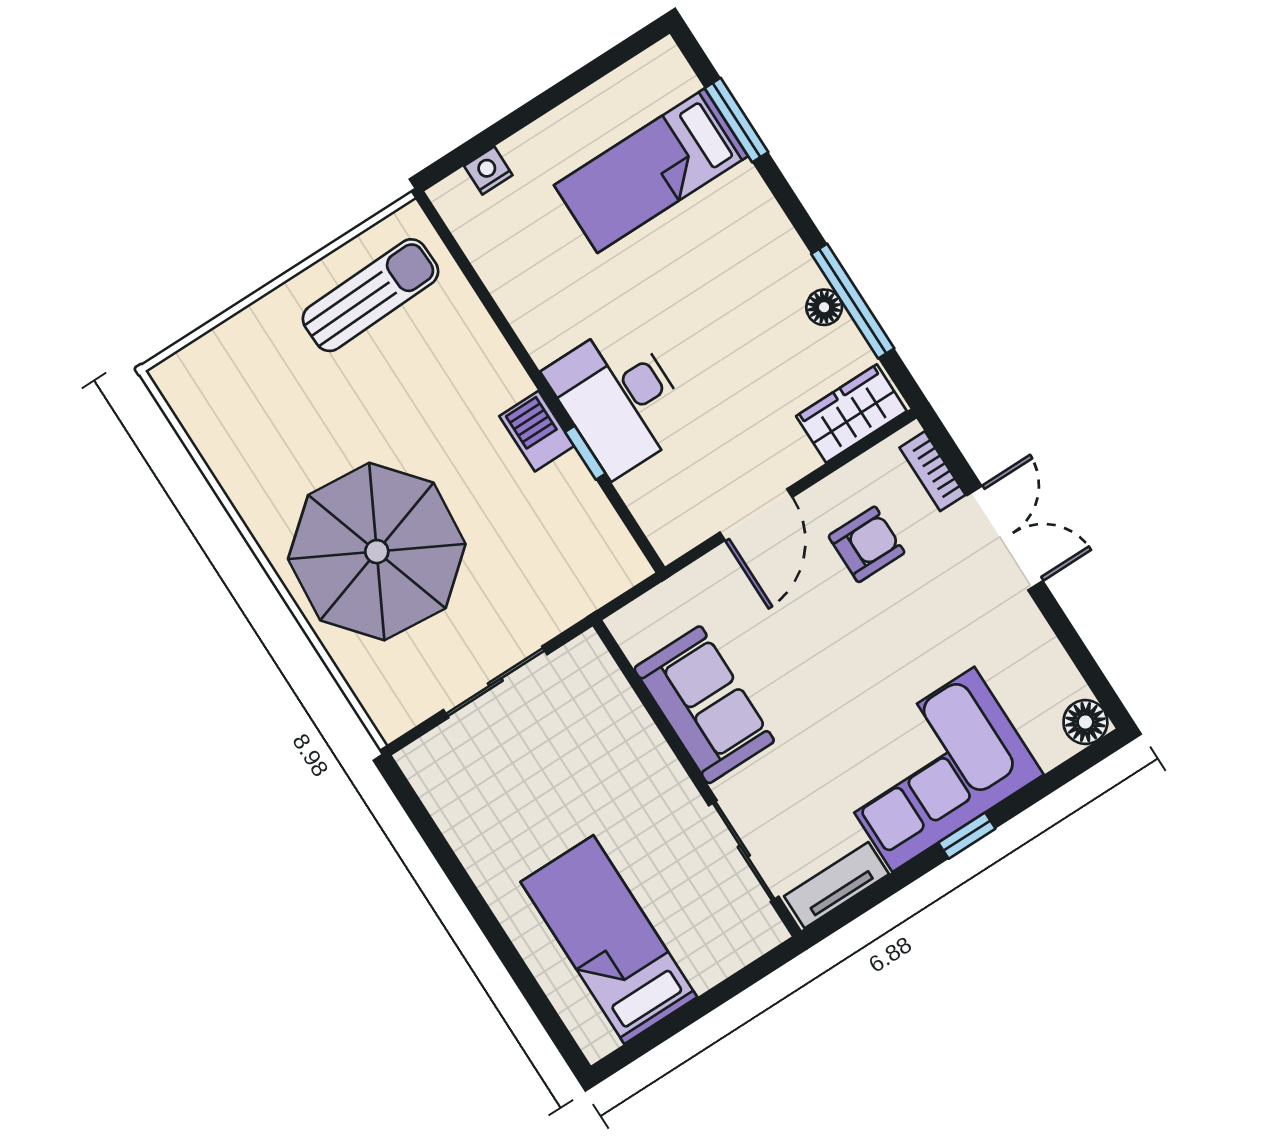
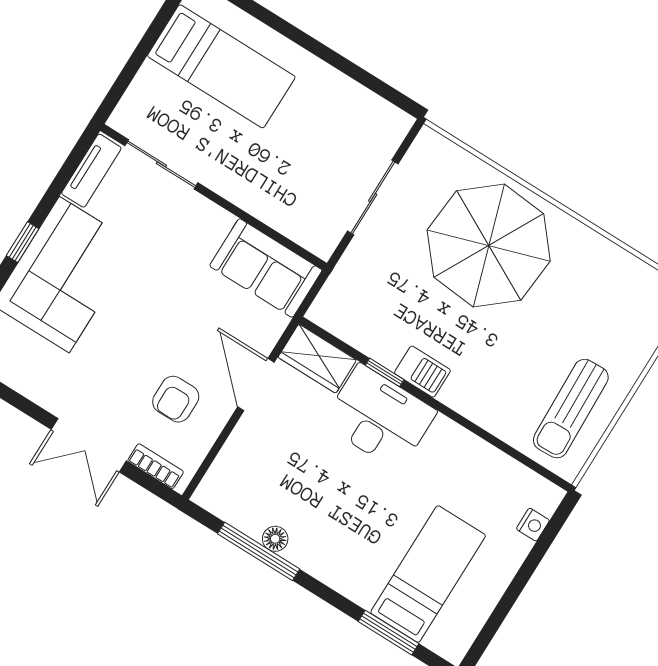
wardrobe: (851, 414) -> (317, 359), moved, turned 90
sofa: (704, 705) -> (266, 268), moved

